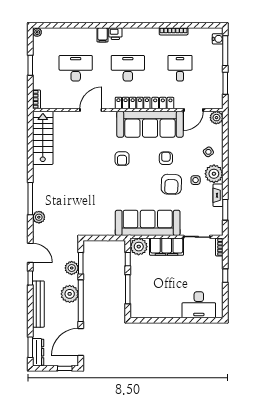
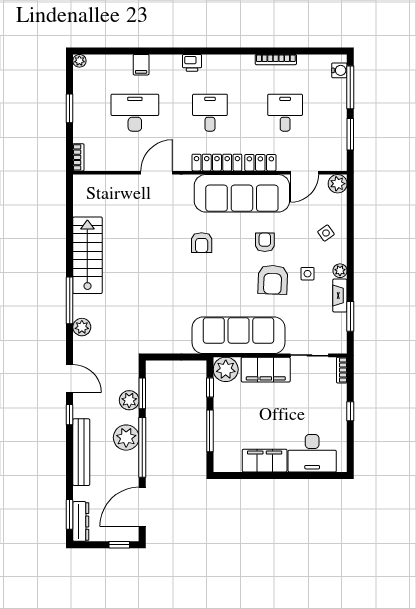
filing cabinet: (102, 35) -> (141, 65), moved
desk: (128, 68) -> (210, 113), width x0.73
stairs: (43, 138) -> (87, 255), moved
plant: (214, 174) -> (340, 271), width x0.53, depth x0.53
filing cabinet: (166, 310) -> (265, 461), added

